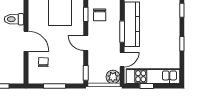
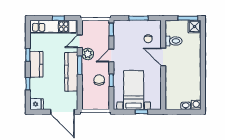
toilet: (14, 19) -> (174, 41), moved
kitchen counter: (172, 33) -> (36, 64), added
door: (86, 43) -> (111, 55), swing flipped
plant: (113, 77) -> (88, 54), moved

